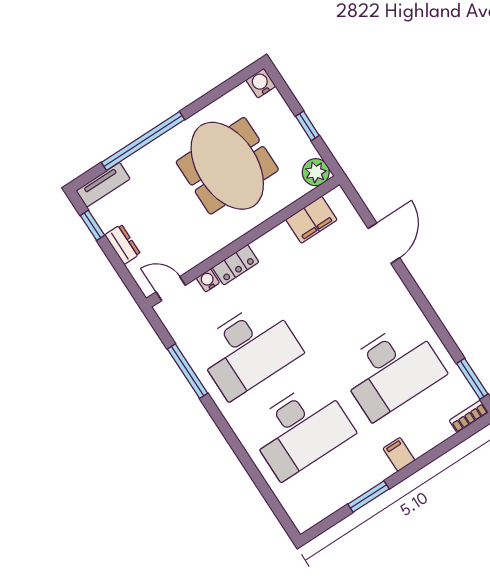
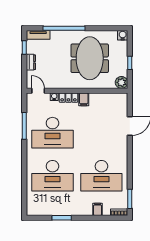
filing cabinet: (311, 220) -> (84, 99), moved, width x0.50
filing cabinet: (399, 454) -> (98, 209), moved

